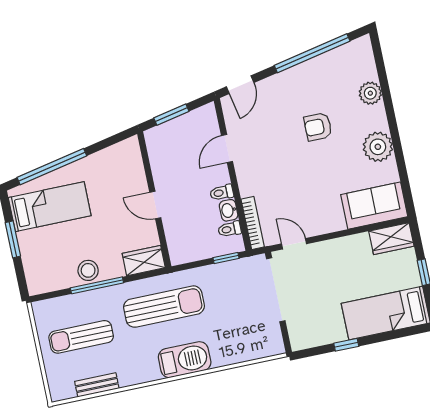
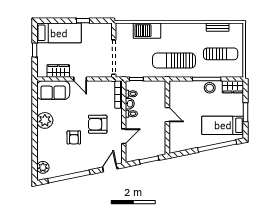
plant: (370, 93) -> (43, 167), moved
armchair: (318, 127) -> (74, 137), turned 90
armchair: (279, 160) -> (98, 124), added
wardrobe: (391, 239) -> (58, 71), moved
door: (294, 244) -> (80, 79), moved
wardrobe: (144, 261) -> (233, 87), moved
barbecue: (185, 360) -> (147, 31), moved

